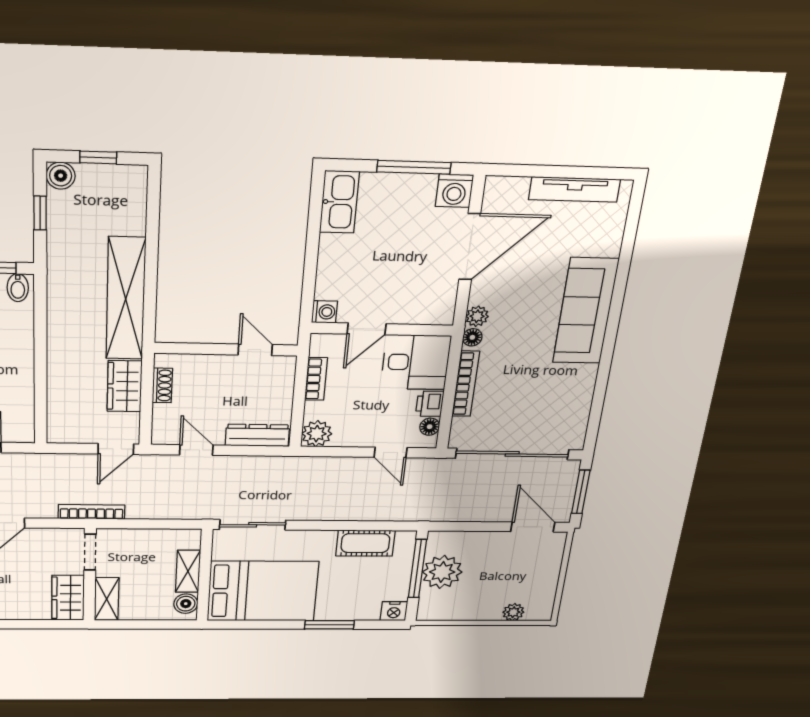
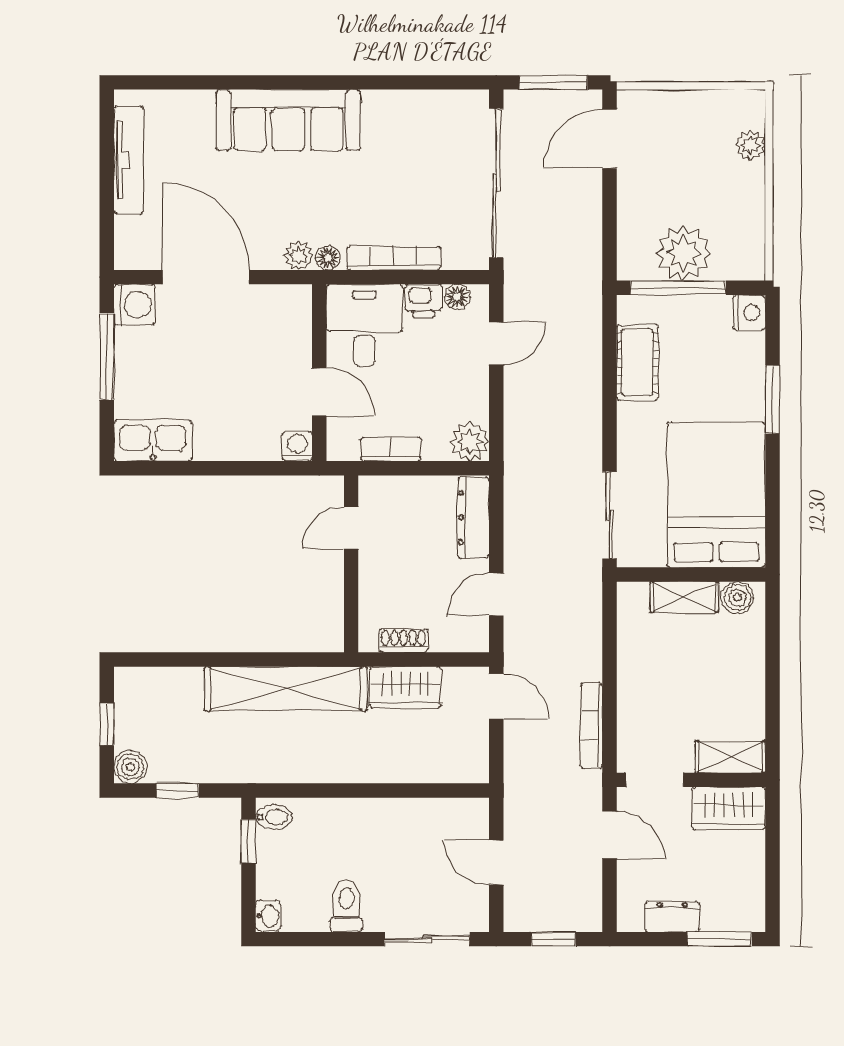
doorway: (90, 552) -> (655, 780), moved
wall: (90, 575) -> (691, 780), moved
wardrobe: (68, 598) -> (729, 808), moved
shelving: (107, 599) -> (730, 757), moved

